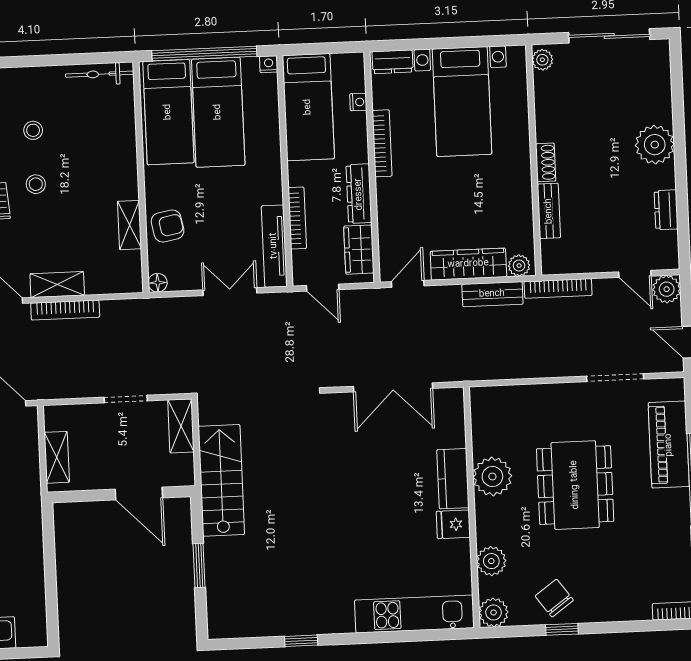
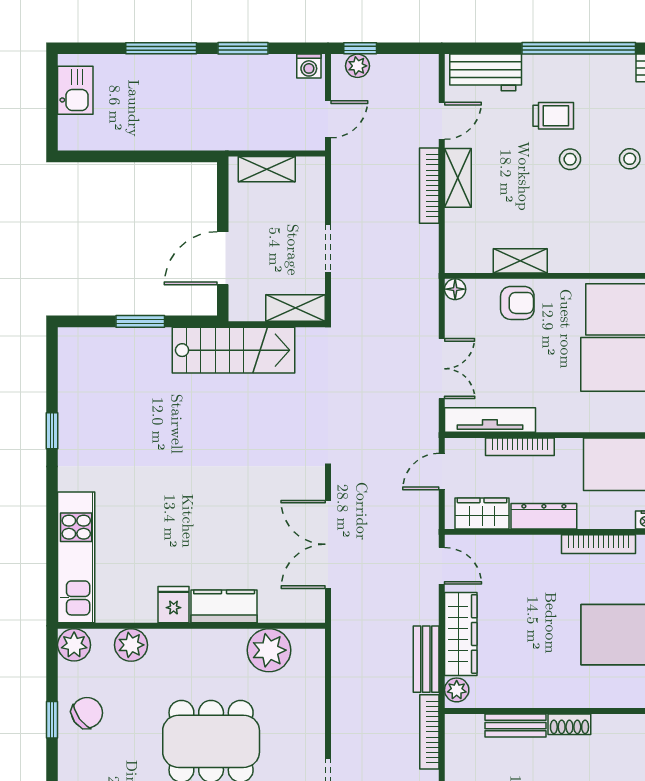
armchair: (168, 226) -> (517, 303), turned -79
plant: (492, 477) -> (269, 650), moved

